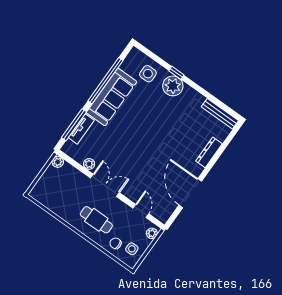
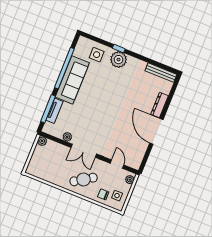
double door: (105, 185) -> (84, 151), swing flipped
door: (190, 193) -> (156, 131), moved
cafe table: (96, 220) -> (84, 179), turned -33

